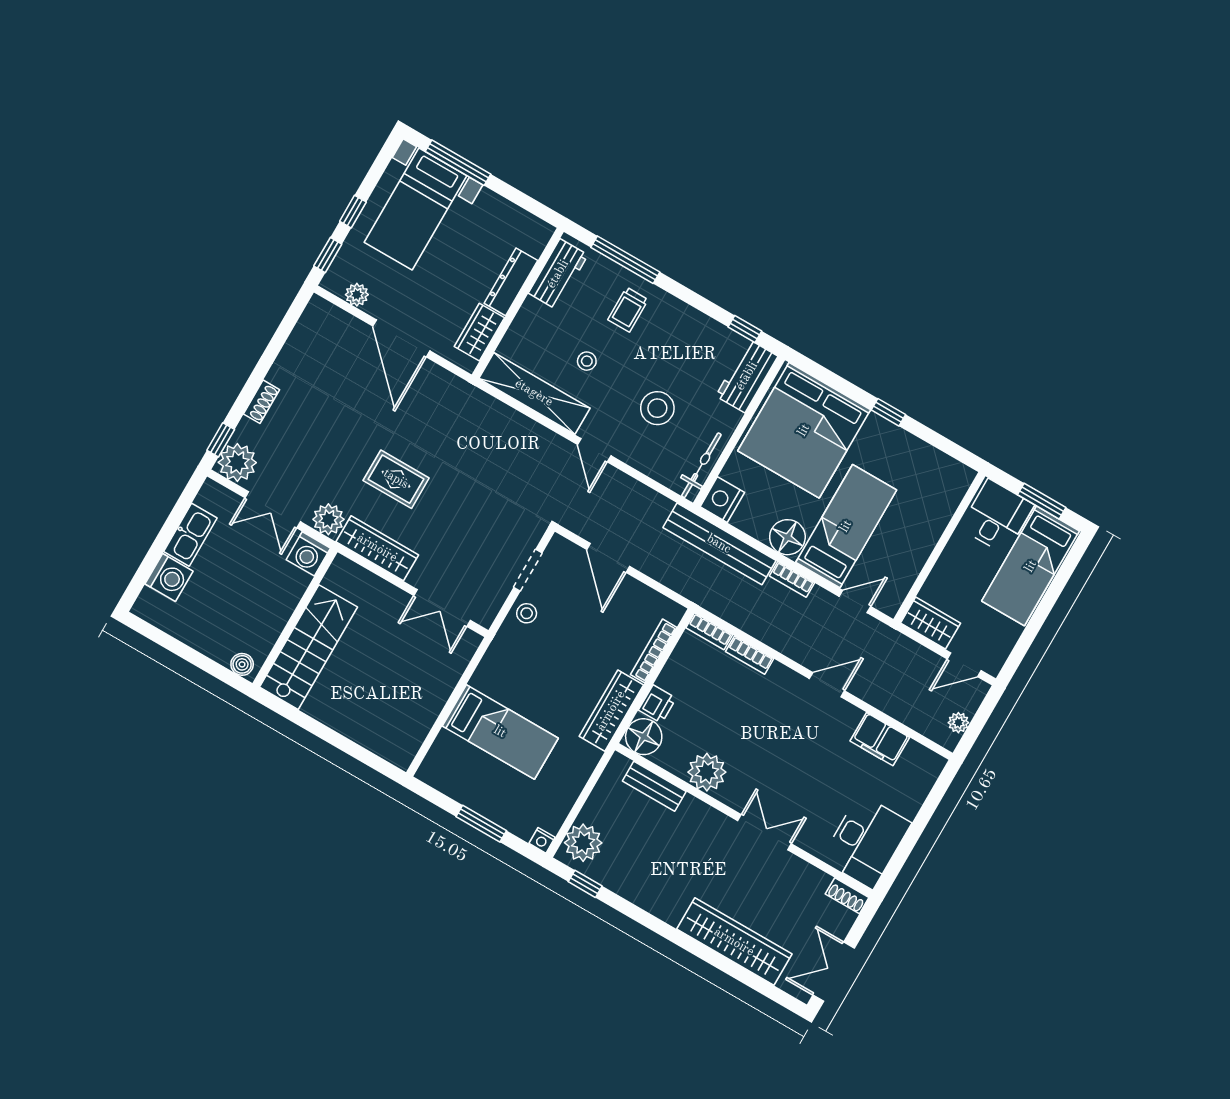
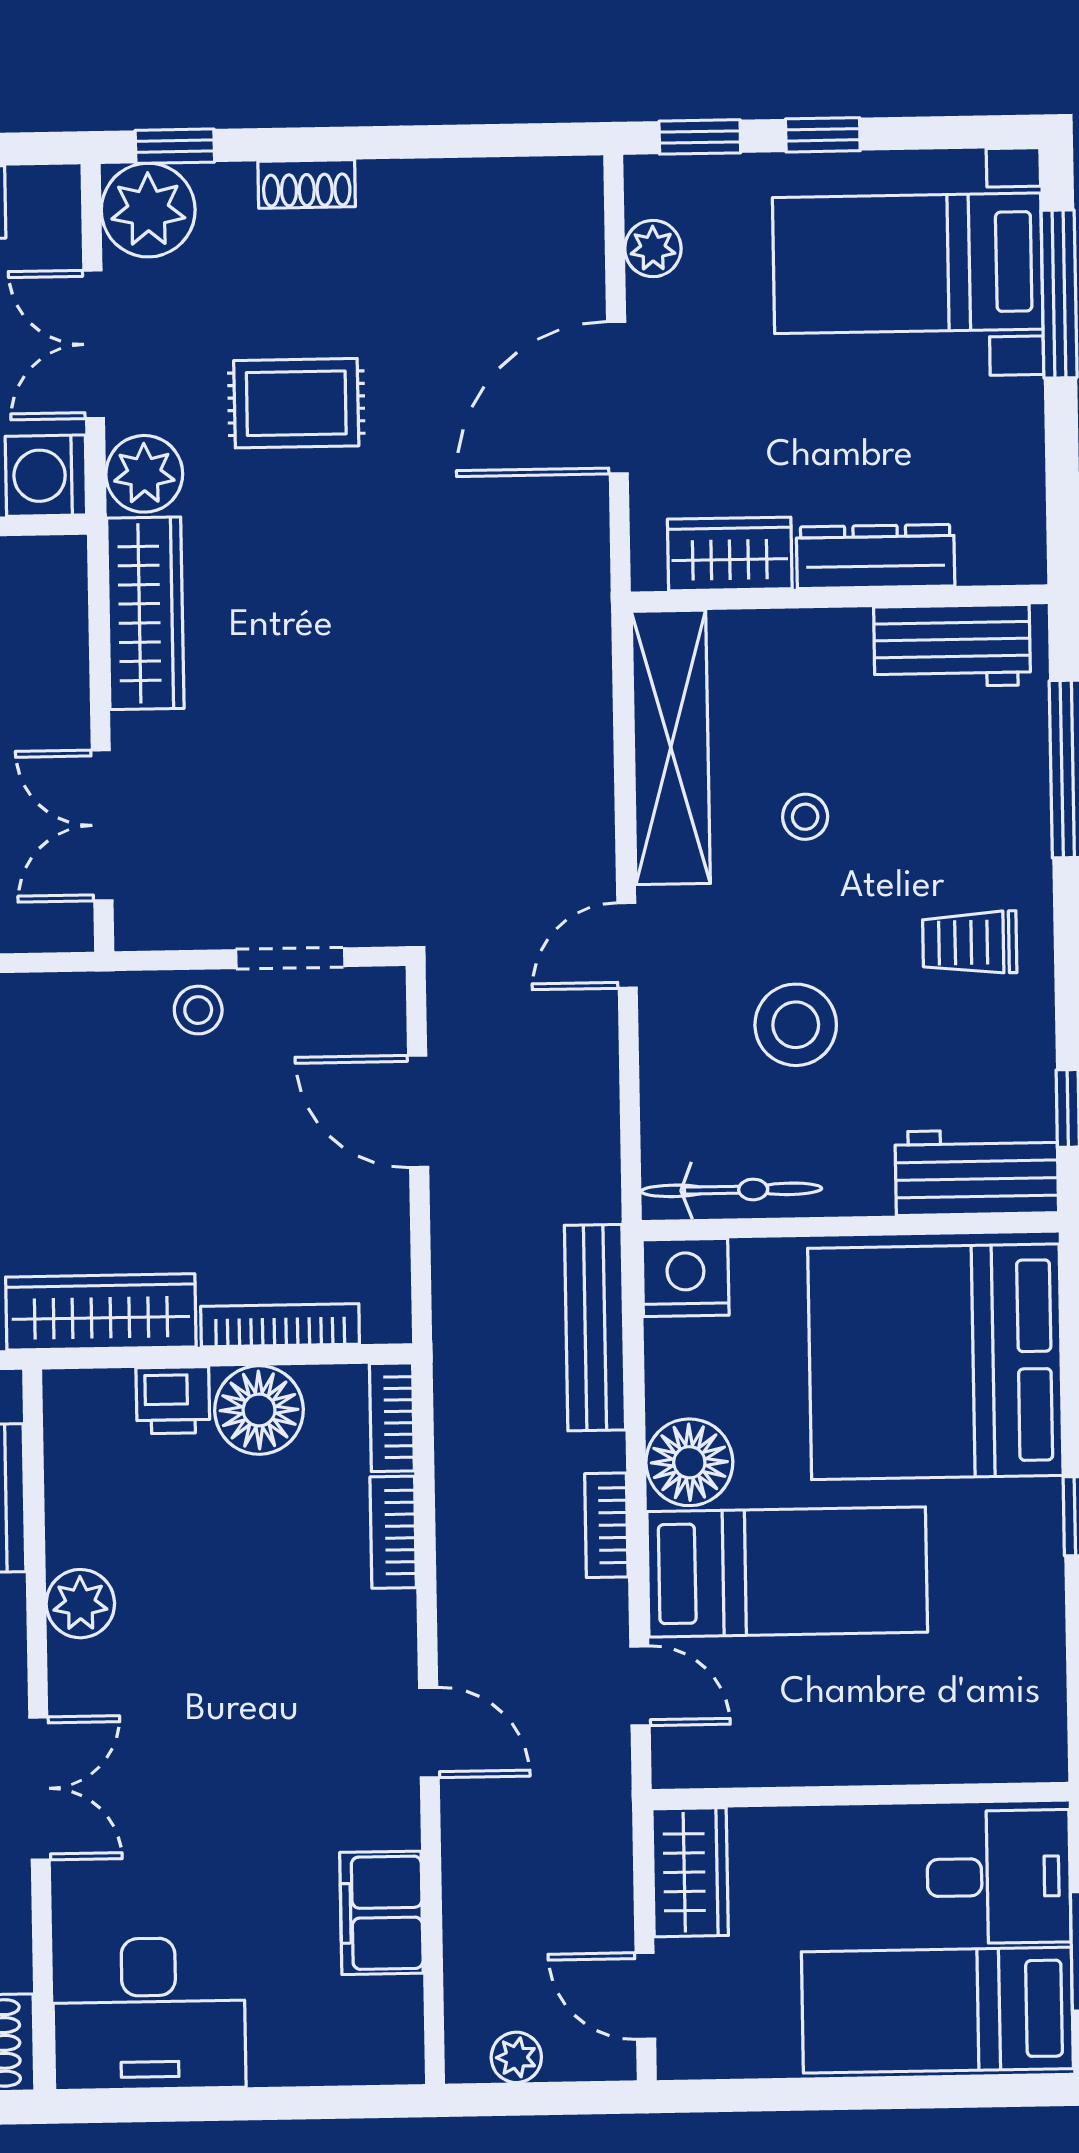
trolley: (628, 310) -> (970, 942), moved
rug: (396, 479) -> (296, 403), moved, turned 90
bench: (719, 544) -> (595, 1328), width x0.73, depth x0.82
door: (608, 558) -> (418, 1111), hinge flipped
floor lamp: (644, 737) -> (259, 1410), moved
plant: (707, 772) -> (80, 1604), width x0.73, depth x0.73

